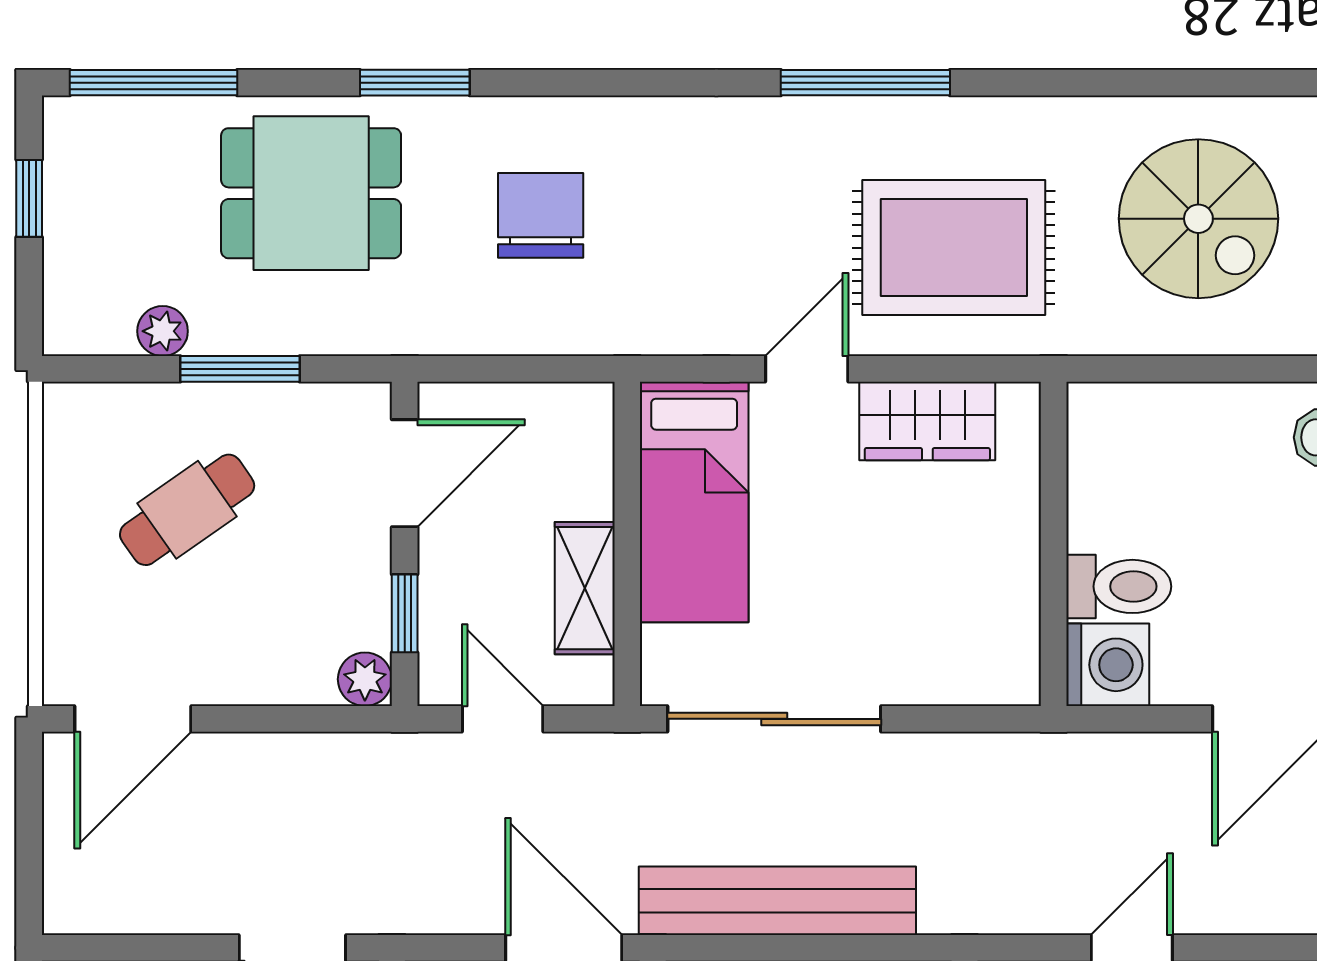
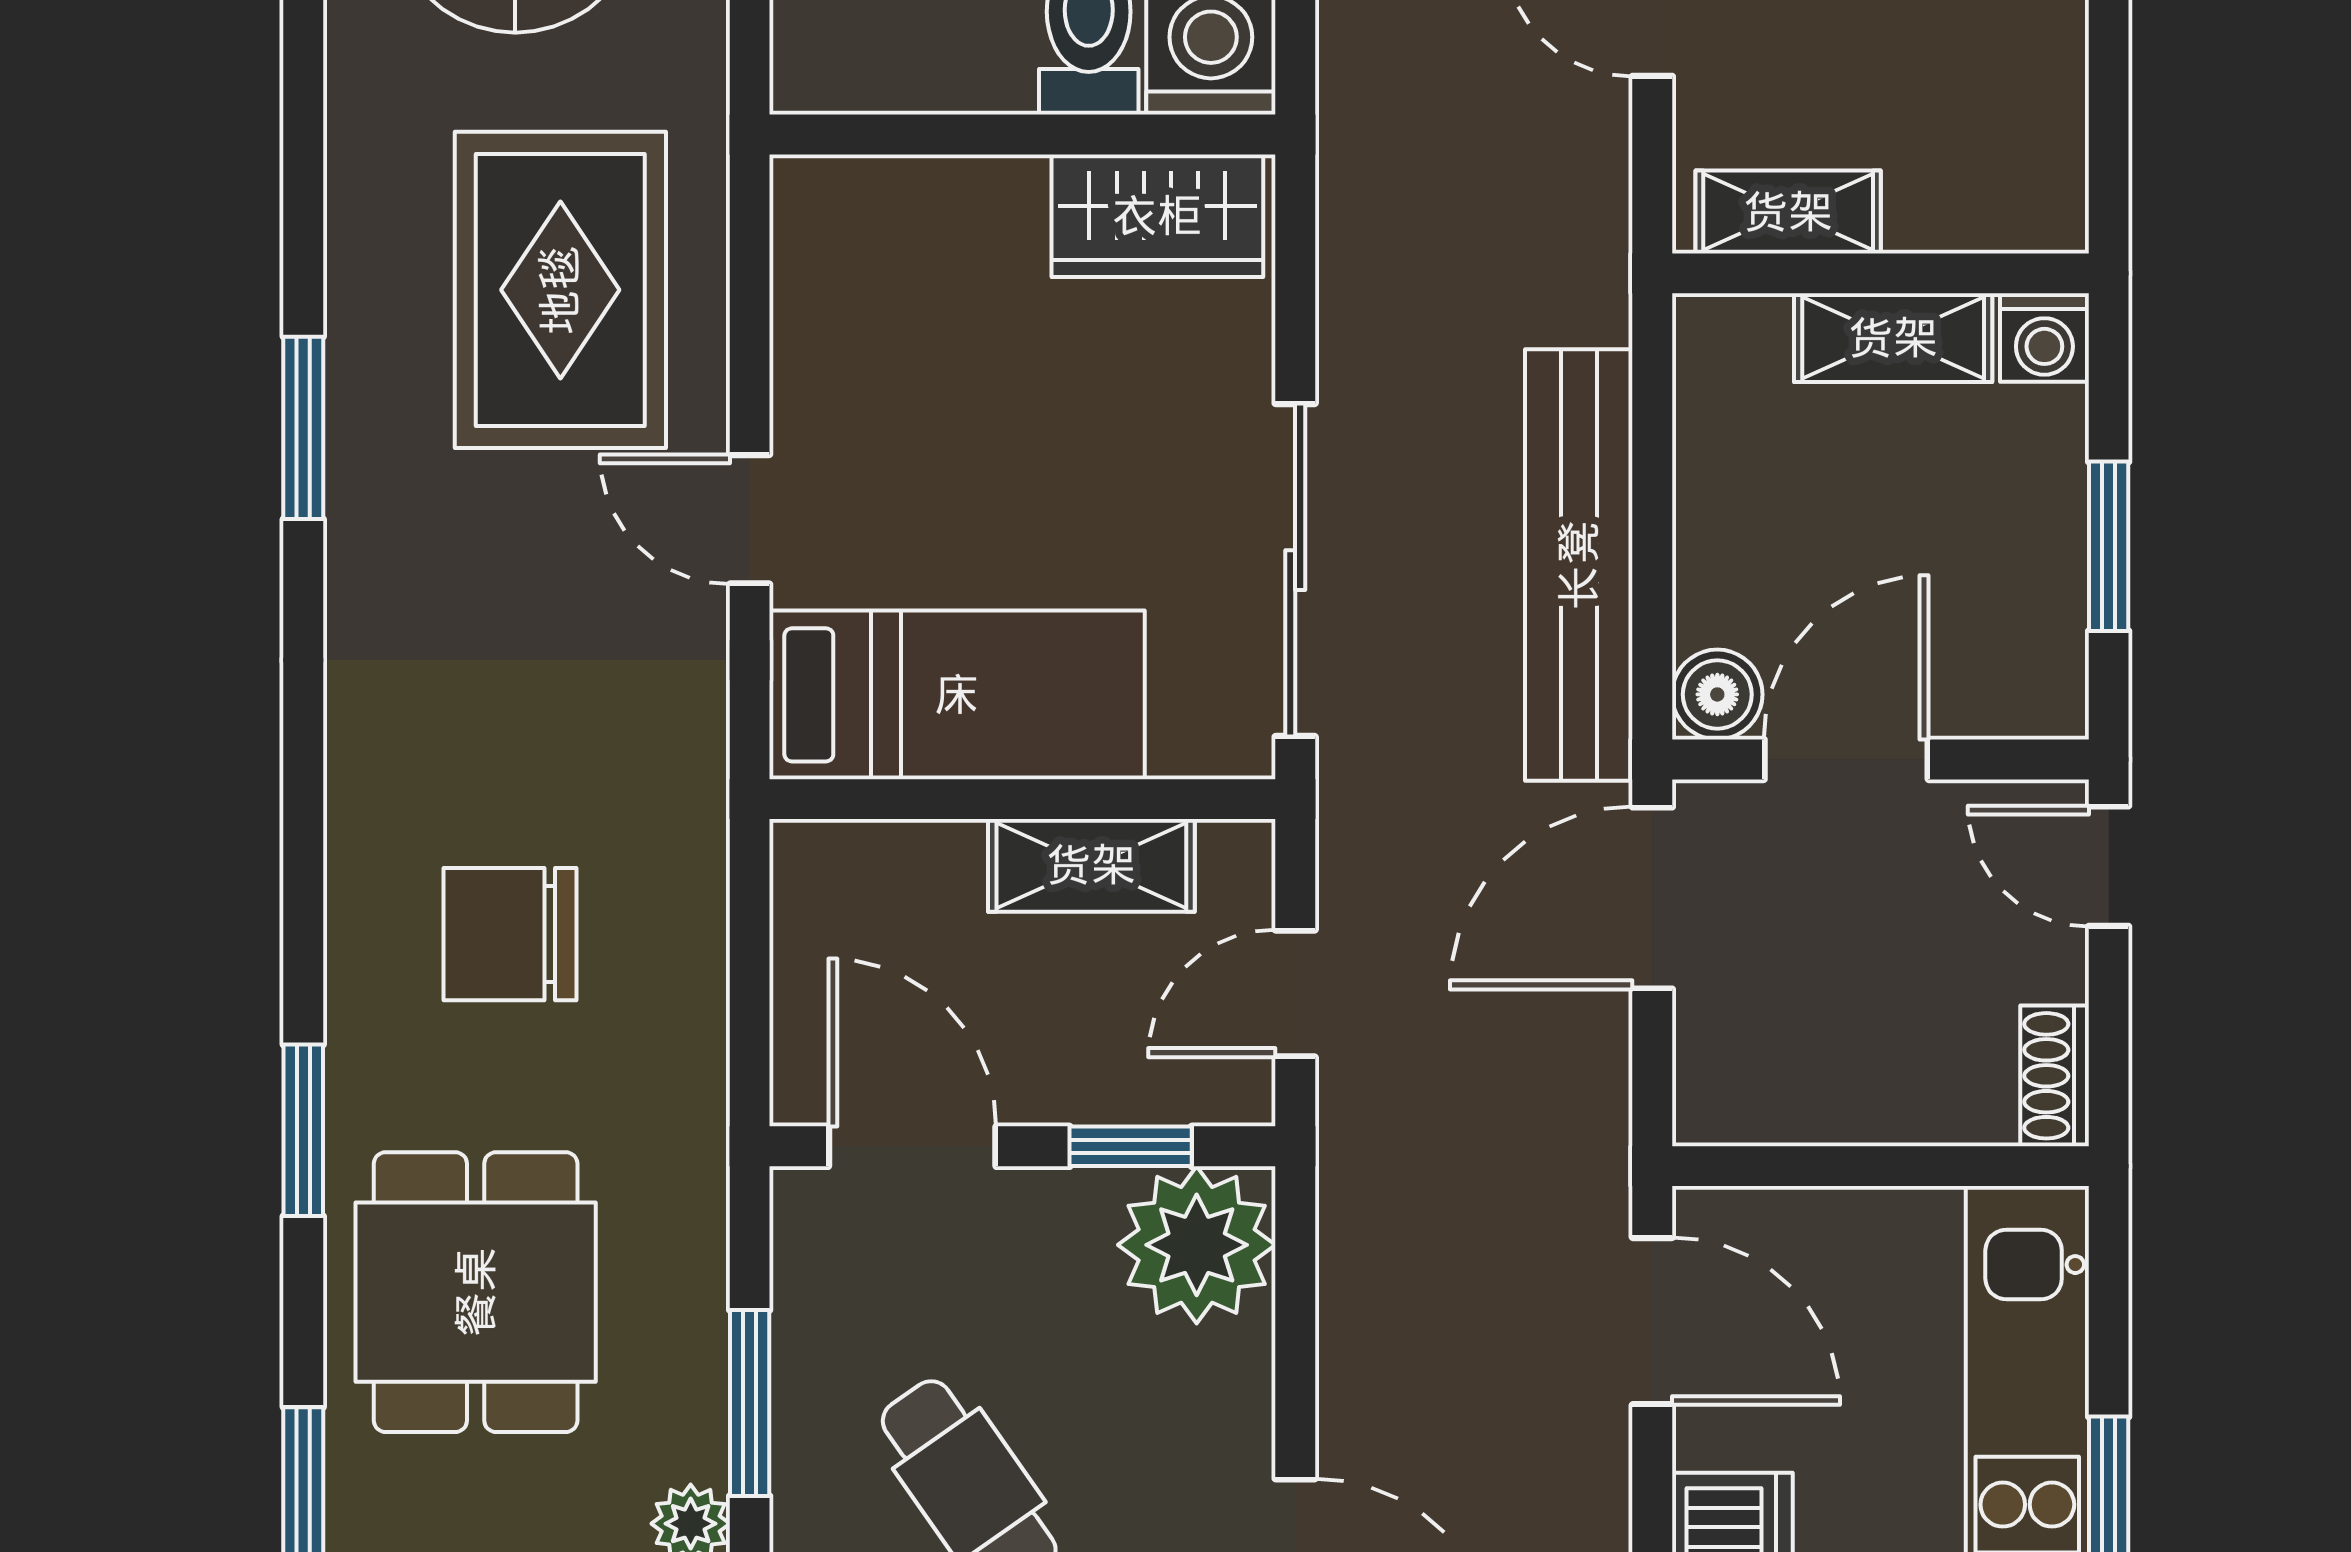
window: (865, 83) -> (303, 428), width x0.69
wardrobe: (927, 421) -> (1157, 216), moved, turned 90
plant: (365, 679) -> (1197, 1245), width x1.88, depth x1.88

